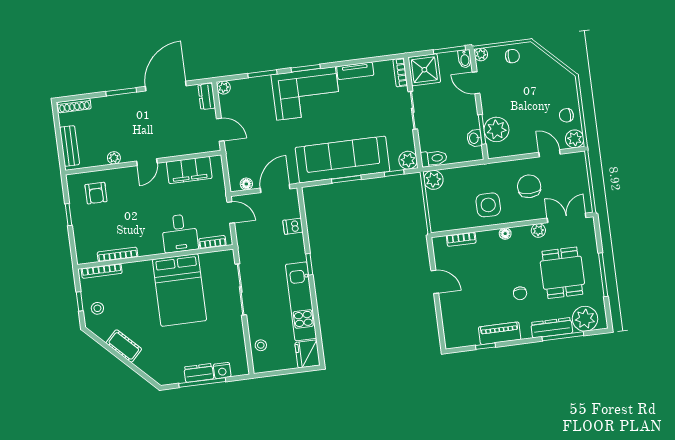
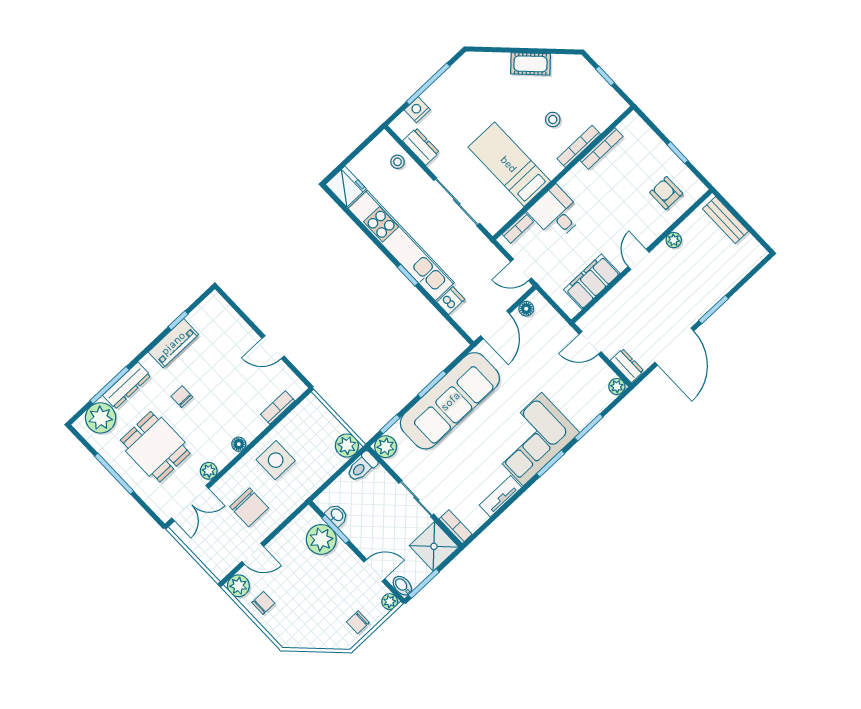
shoe rack: (74, 105) -> (749, 263), removed
bookcase: (102, 271) -> (579, 146), moved
bed: (179, 290) -> (509, 164), width x0.67
kitchen unit: (301, 301) -> (401, 246), width x1.36
stool: (97, 308) -> (553, 119), moved
dresser: (199, 373) -> (421, 147), moved, turned -90

